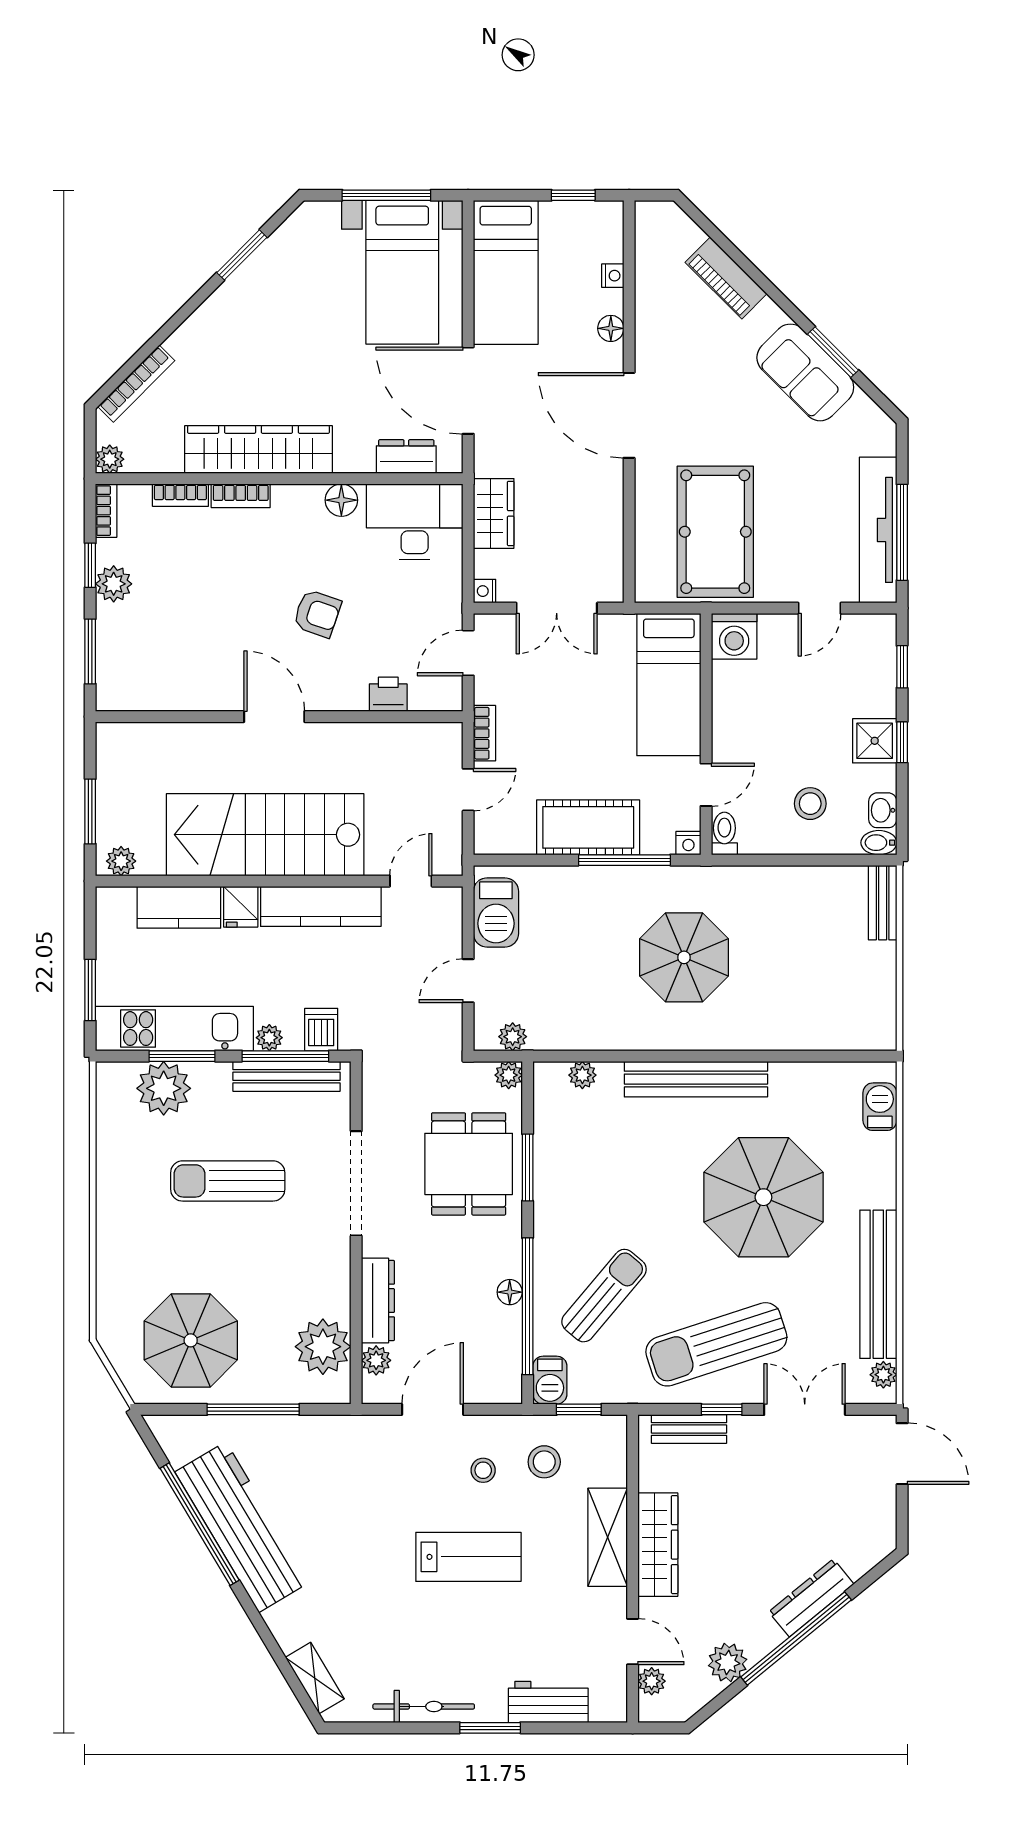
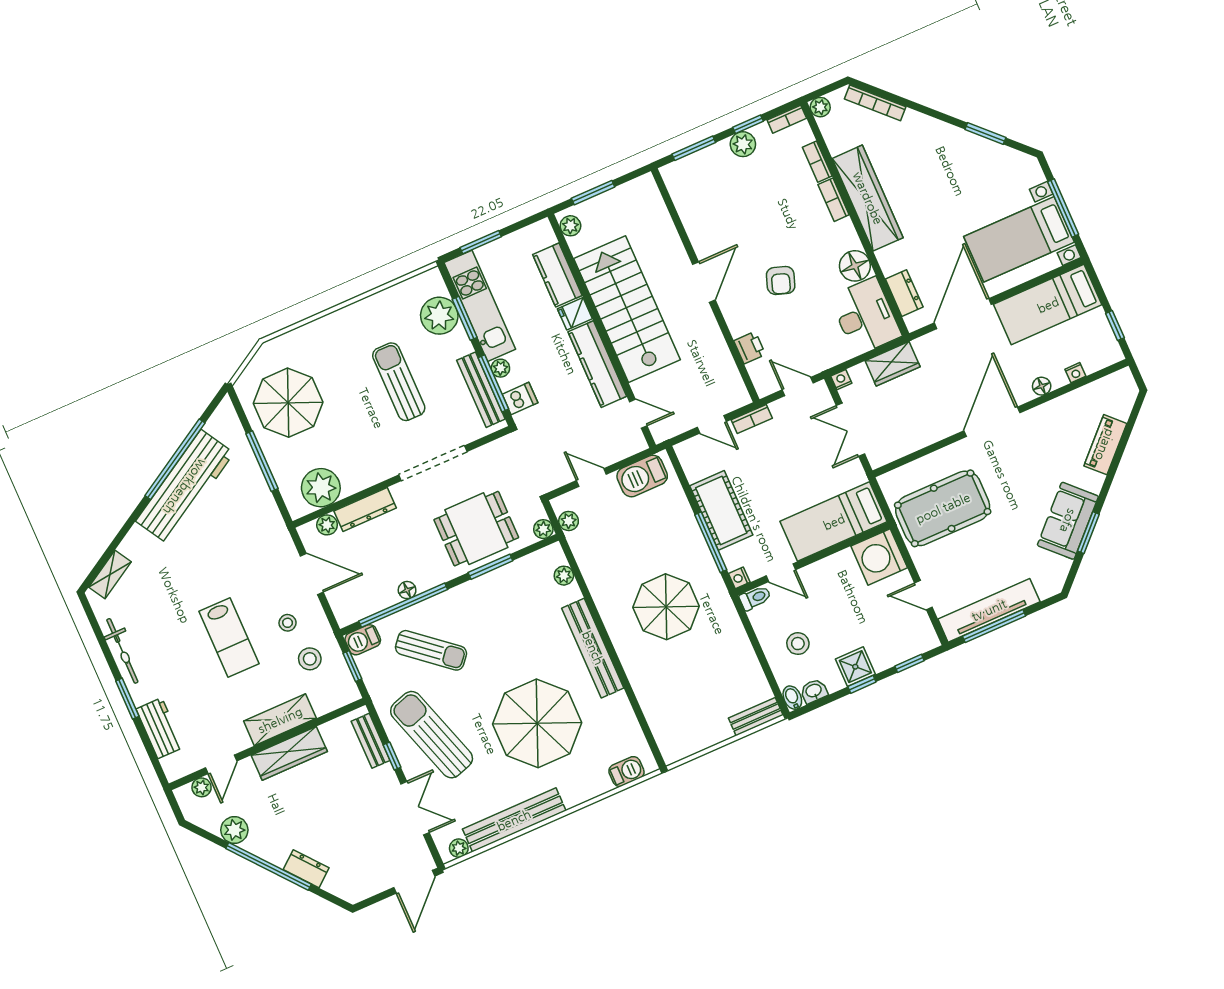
floor lamp: (341, 500) -> (855, 266), width x1.38, depth x1.38
washing machine: (734, 636) -> (879, 557), width x1.37, depth x1.37
dresser: (811, 1598) -> (306, 869), width x0.70

